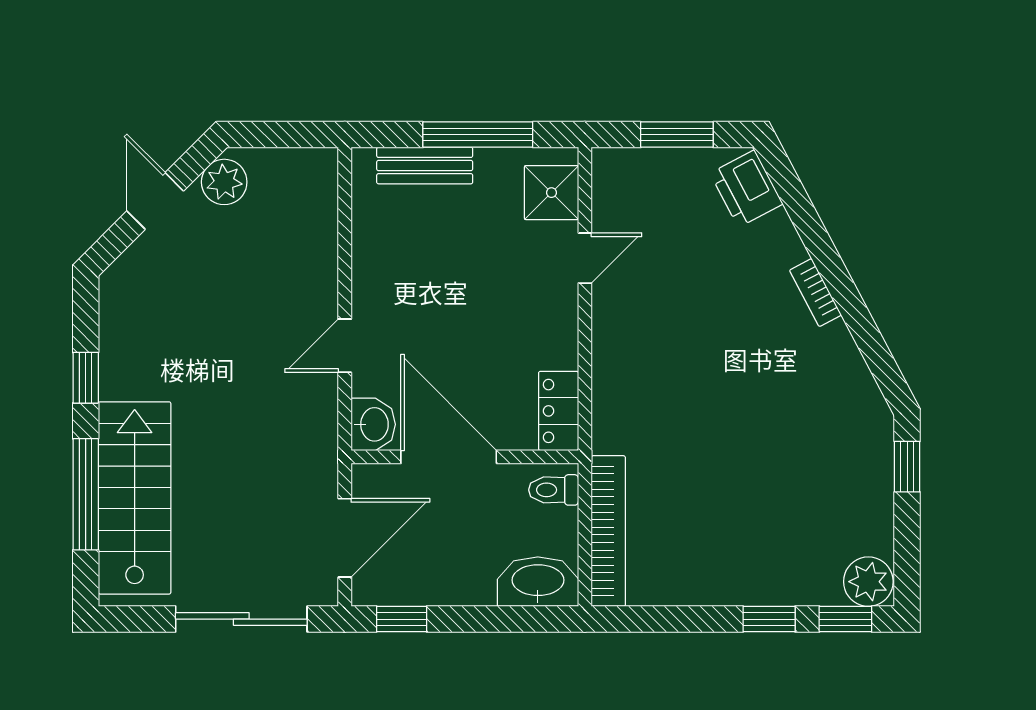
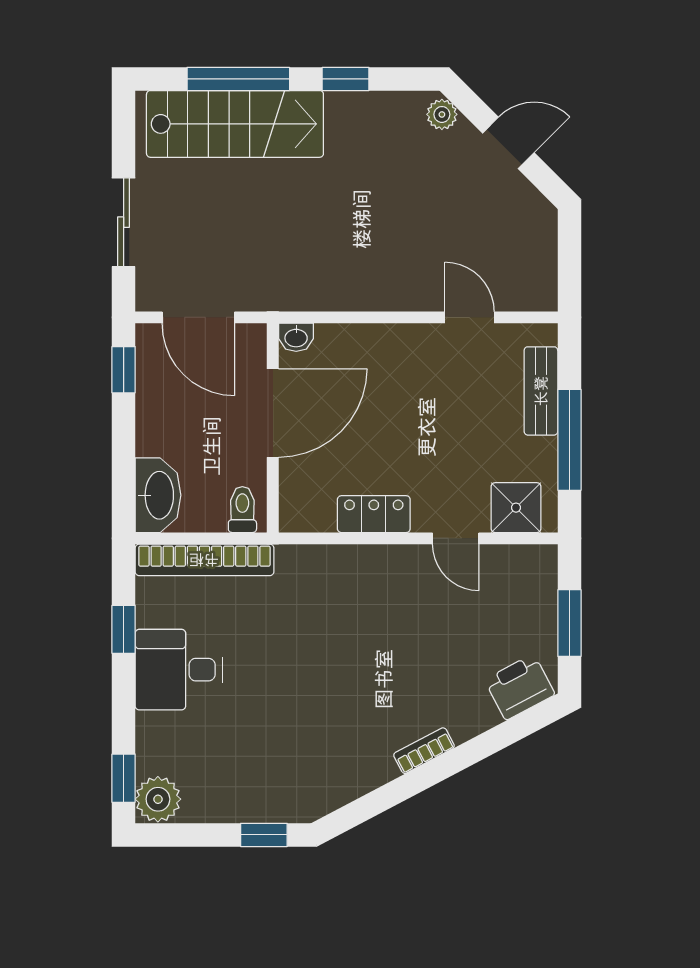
plant: (224, 182) -> (442, 114), moved, width x0.73, depth x0.73
door: (345, 346) -> (469, 317), moved
locker: (559, 411) -> (374, 514), moved
washbasin: (373, 424) -> (296, 337), width x0.72, depth x0.69
desk: (728, 559) -> (179, 670), added
sliding door: (241, 619) -> (124, 222), width x0.73
window: (769, 619) -> (124, 629), moved

